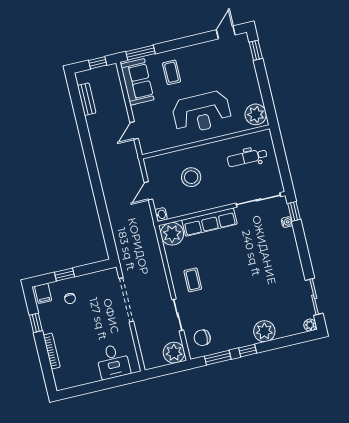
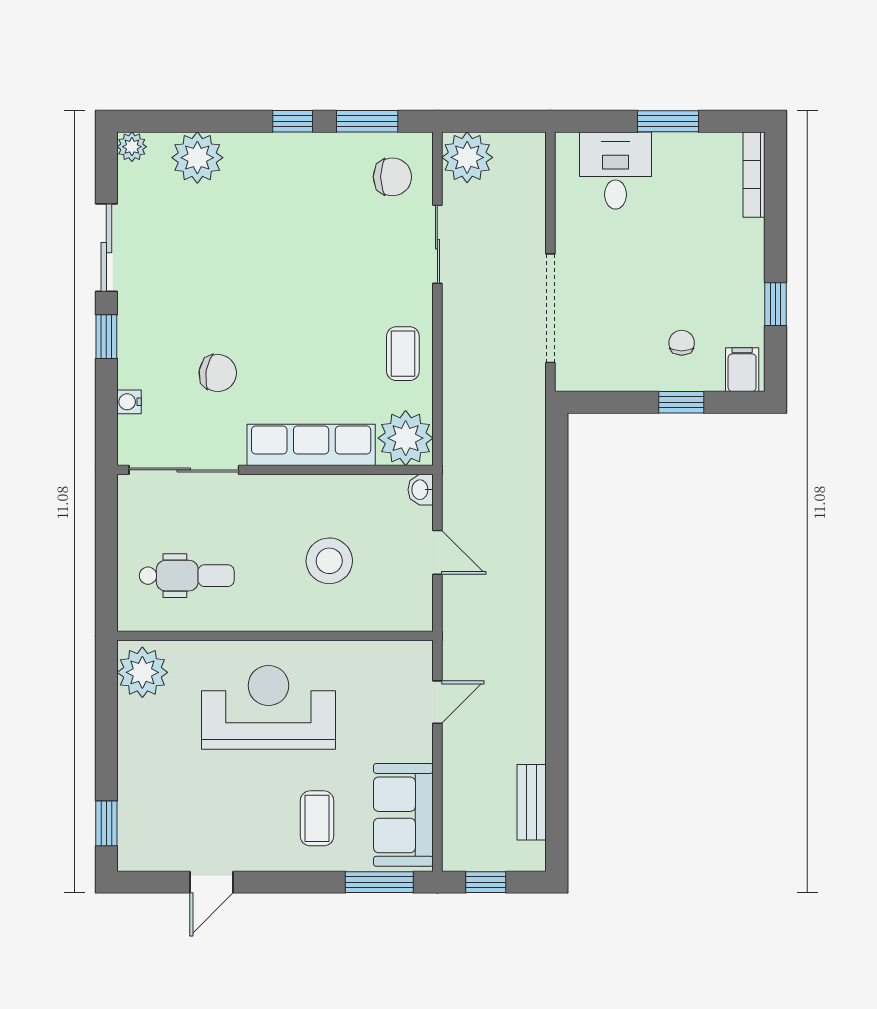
door: (226, 32) -> (211, 882), moved
door: (148, 191) -> (437, 552), hinge flipped
window: (294, 211) -> (106, 337), moved
chair: (254, 242) -> (218, 373), added
coffee table: (193, 280) -> (403, 354), moved
sliding door: (314, 297) -> (106, 248), moved
plant: (264, 331) -> (197, 158), moved
bookcase: (52, 351) -> (754, 175), moved
window: (97, 386) -> (668, 121), added

